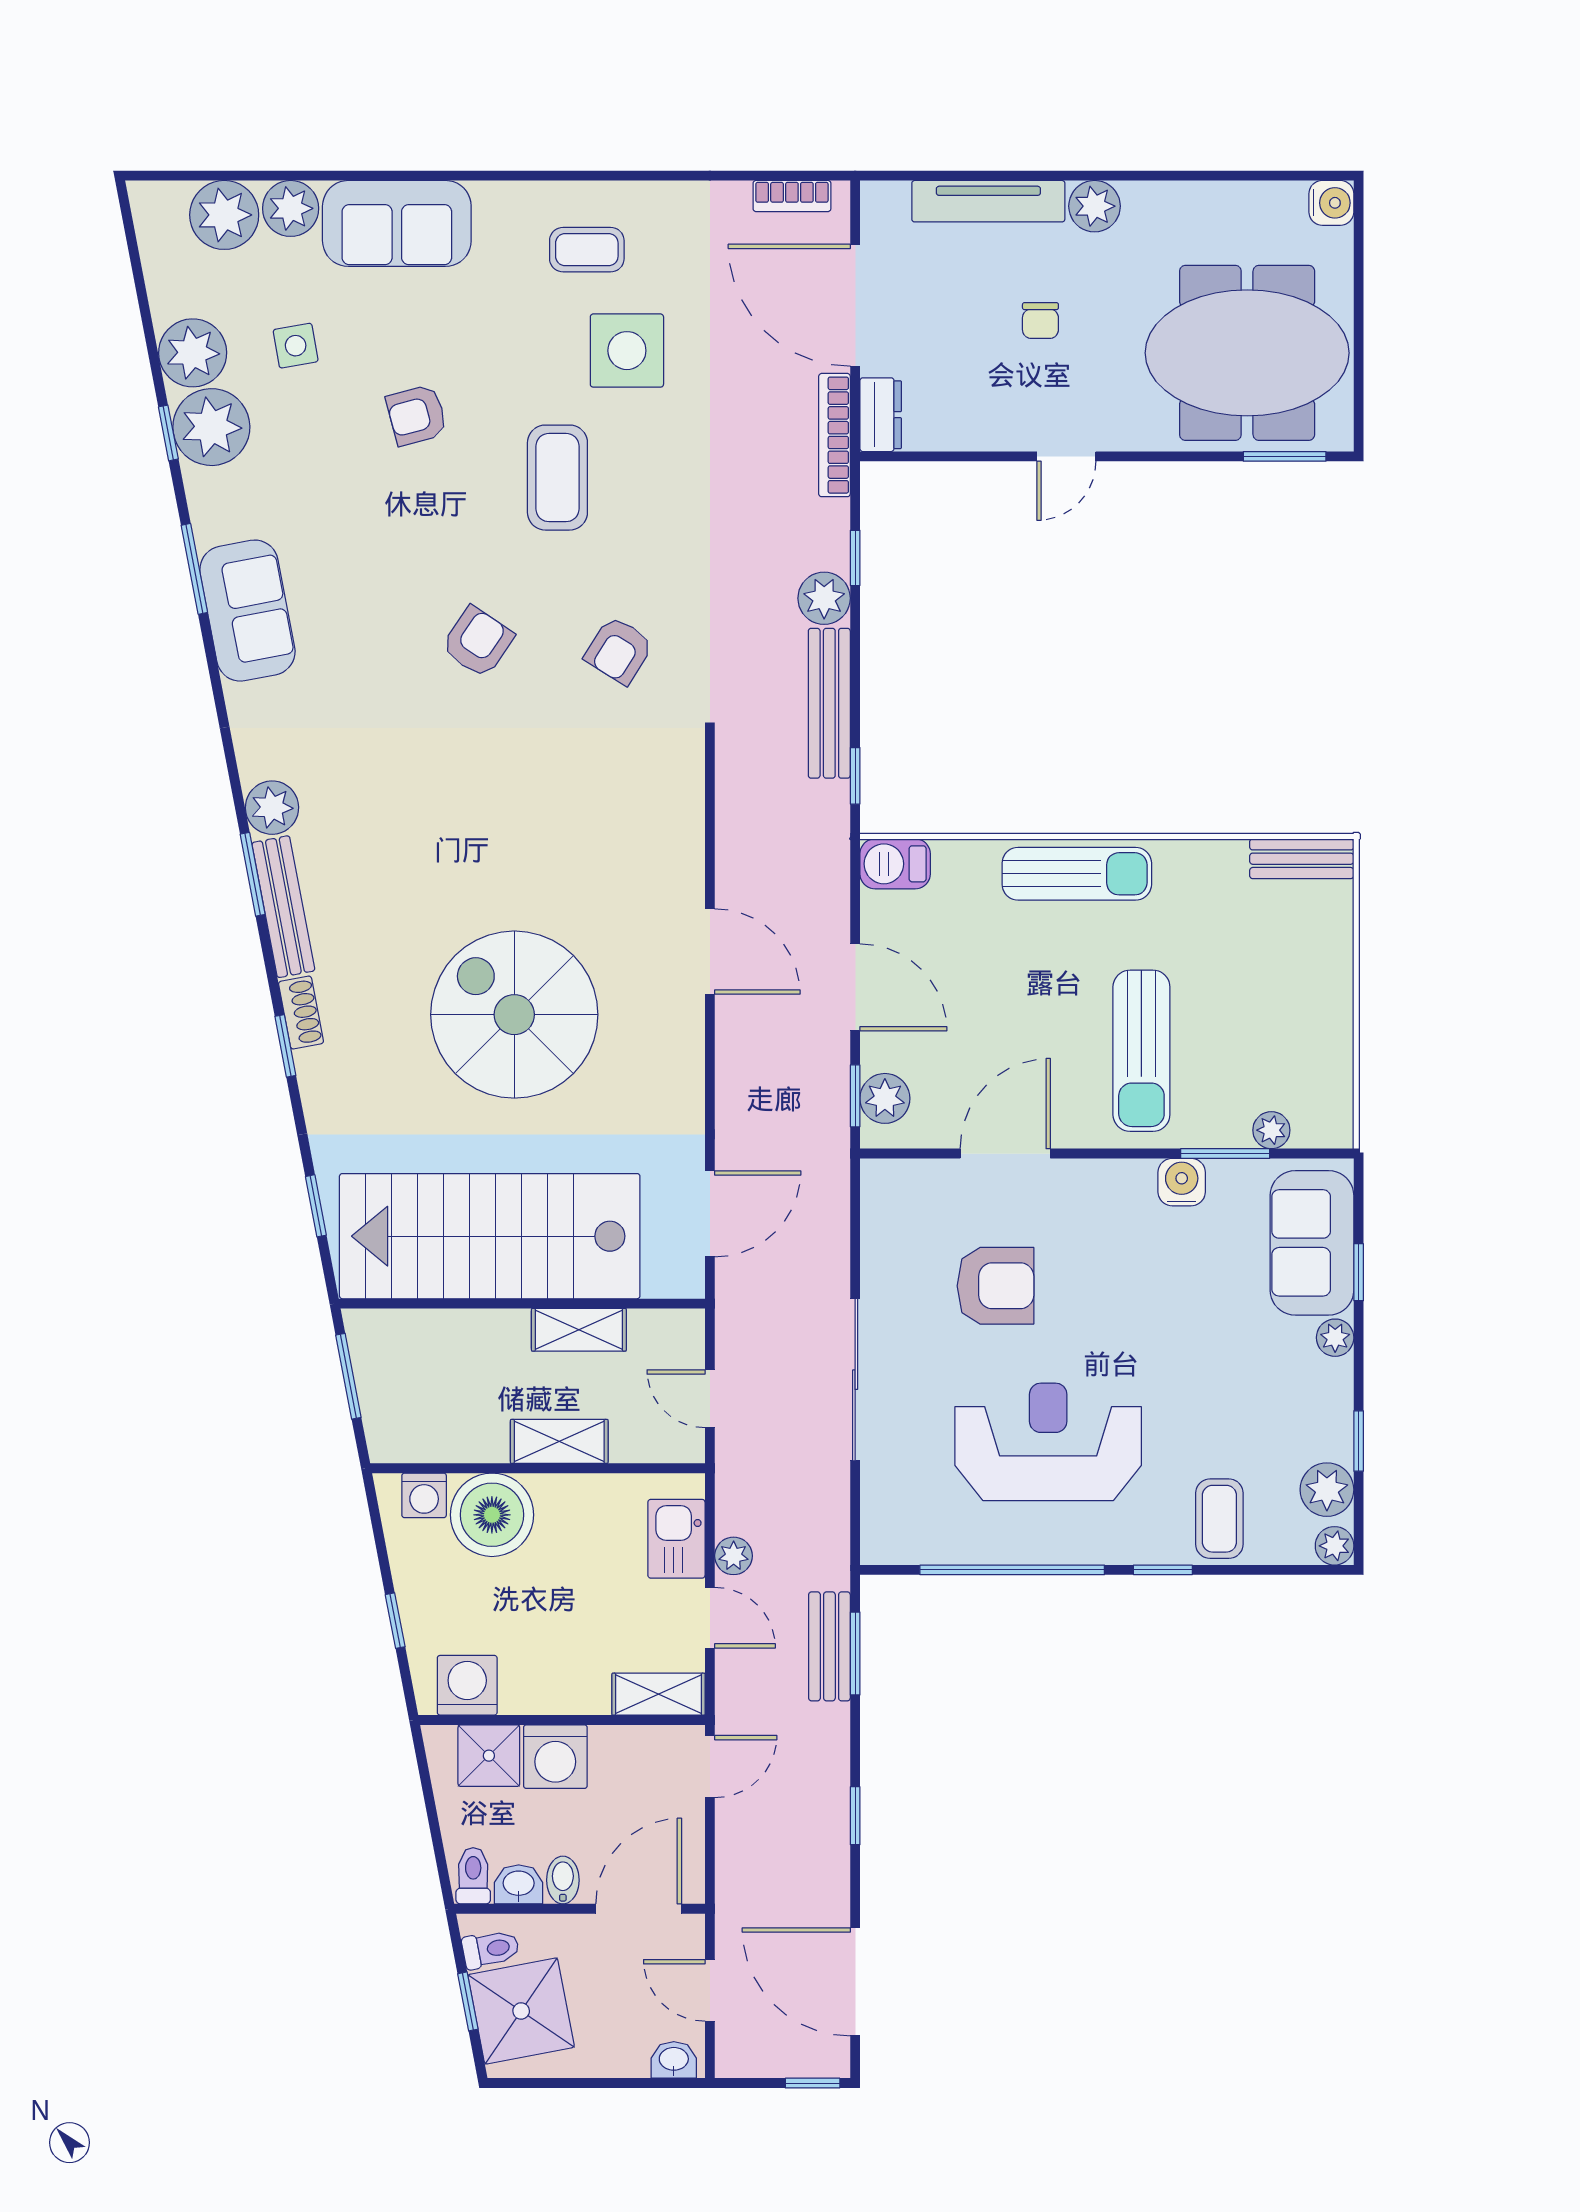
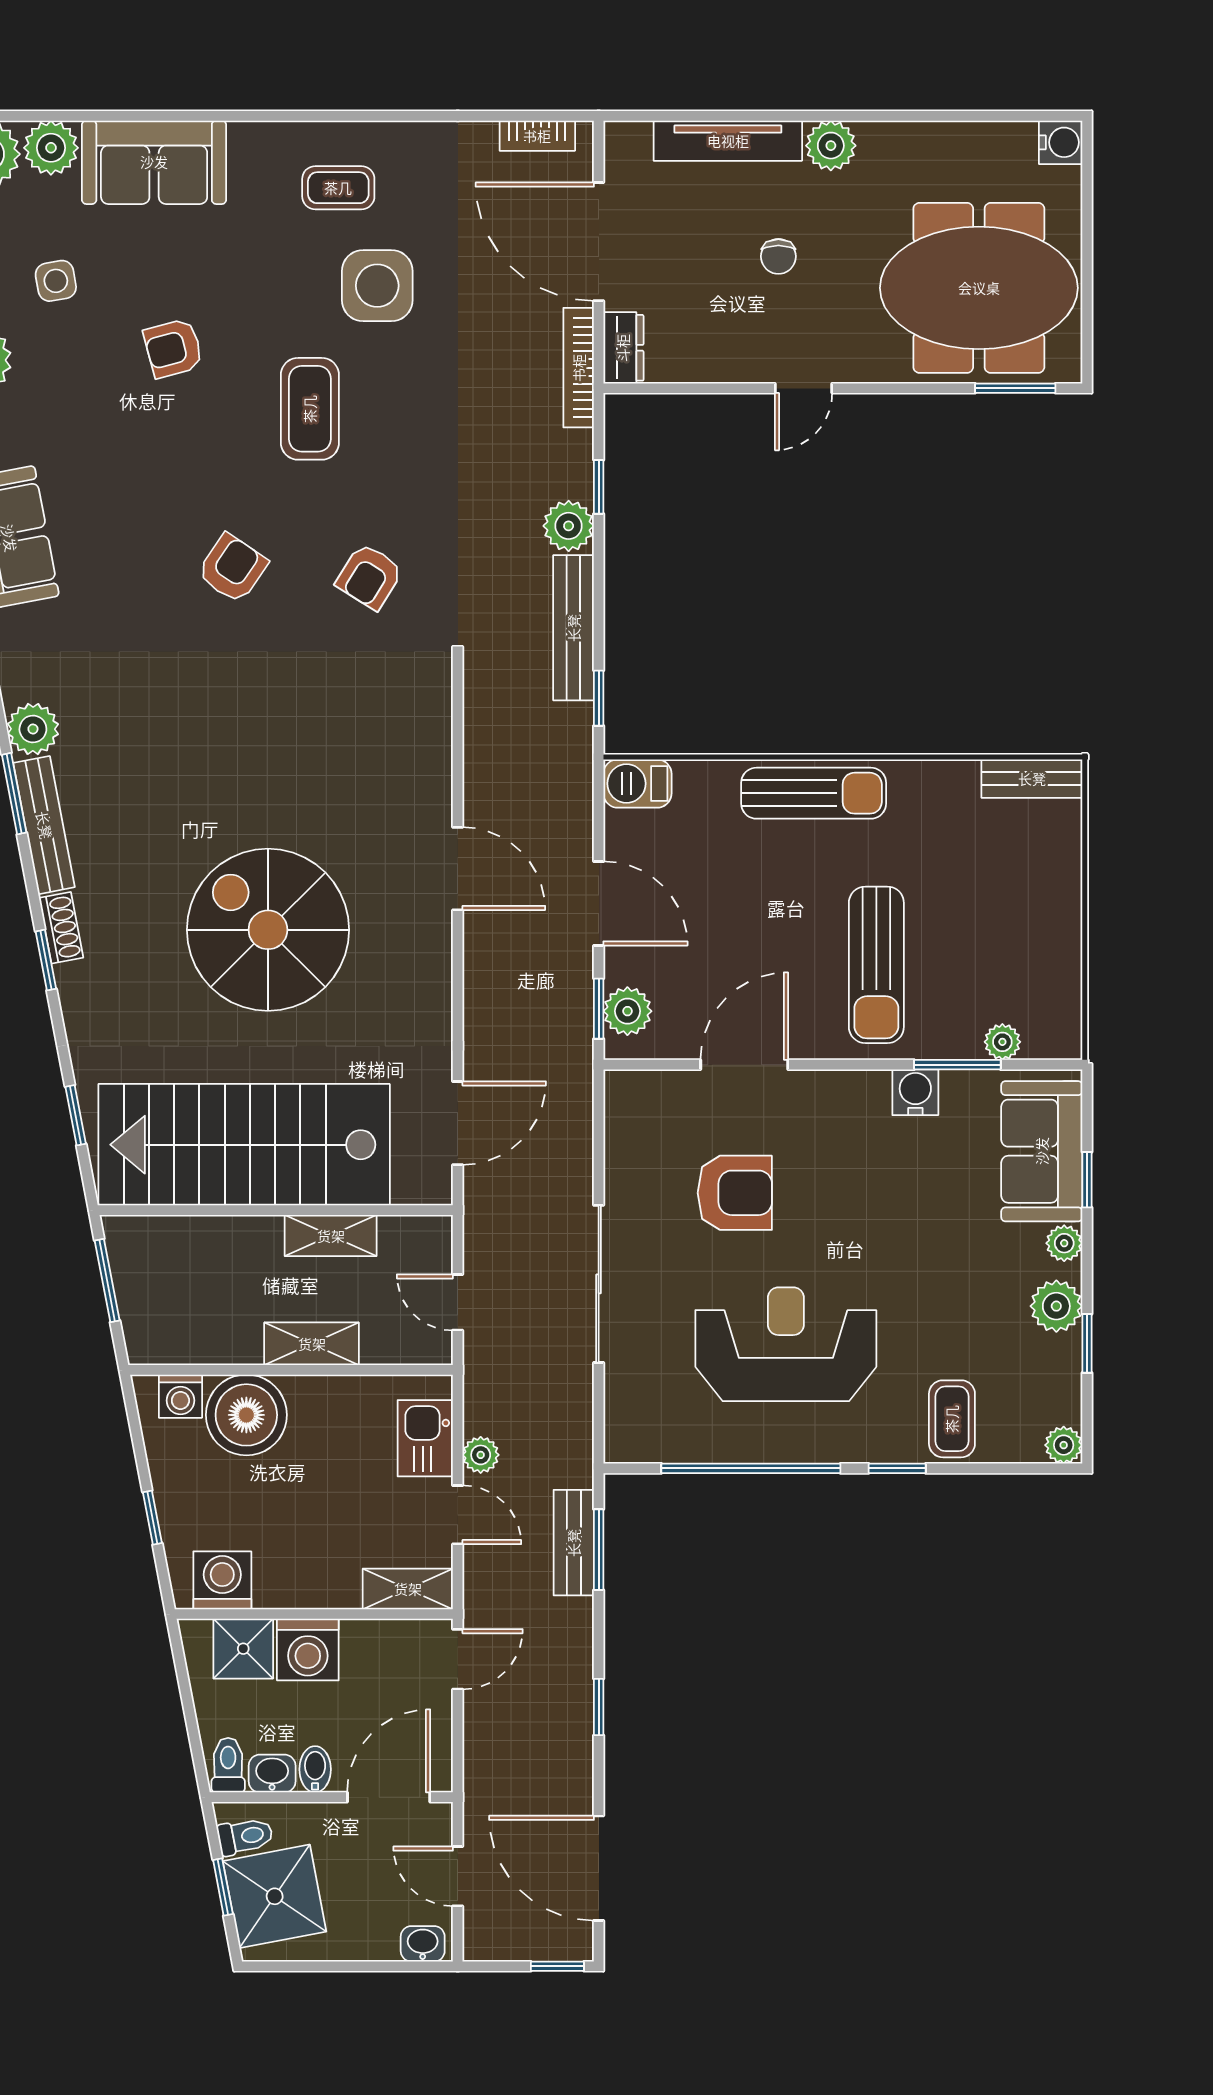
plant: (1327, 1490) -> (1056, 1306), moved

